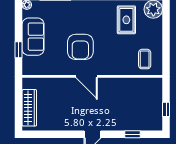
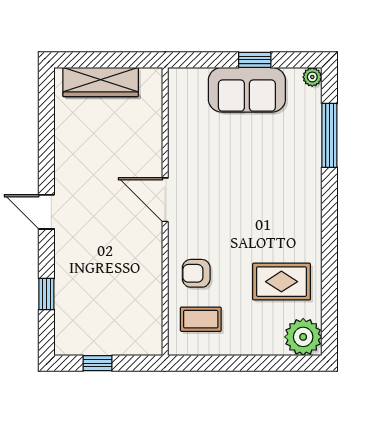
armchair: (80, 47) -> (196, 273), moved, width x0.53, depth x0.53
window: (19, 50) -> (255, 60), moved
door: (87, 76) -> (165, 200), hinge flipped

